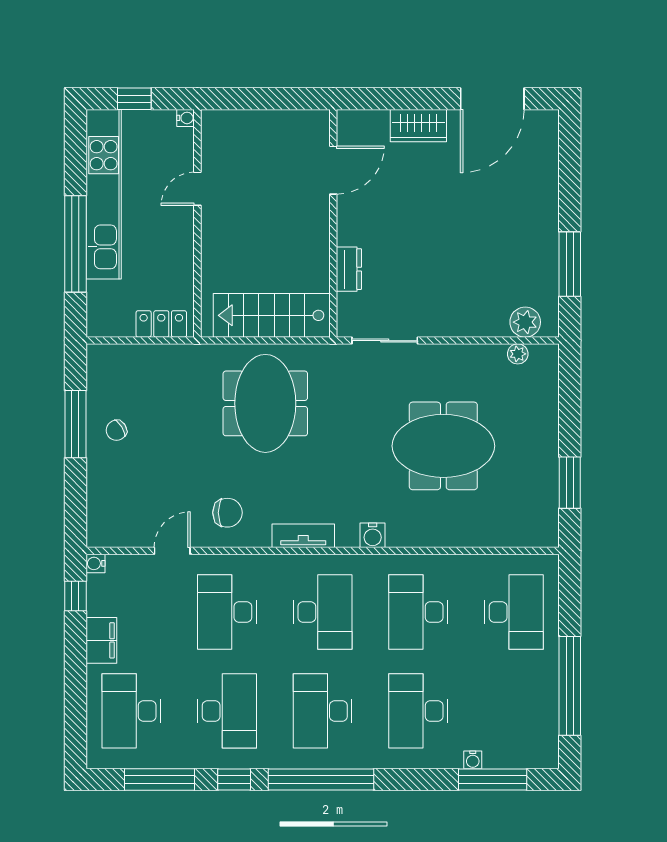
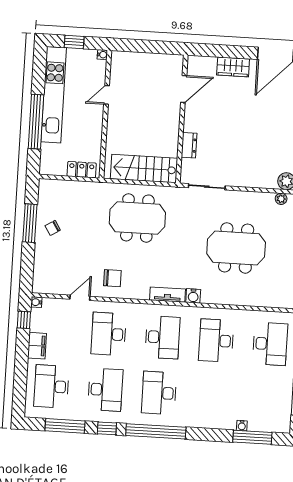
meeting table: (265, 403) -> (137, 218), turned 90
tv unit: (303, 536) -> (168, 295), moved
desk: (418, 711) -> (213, 396), removed

